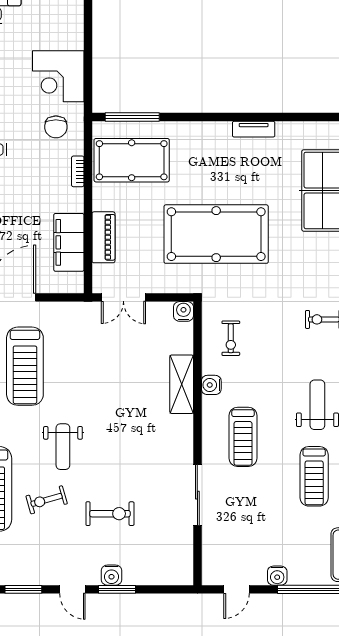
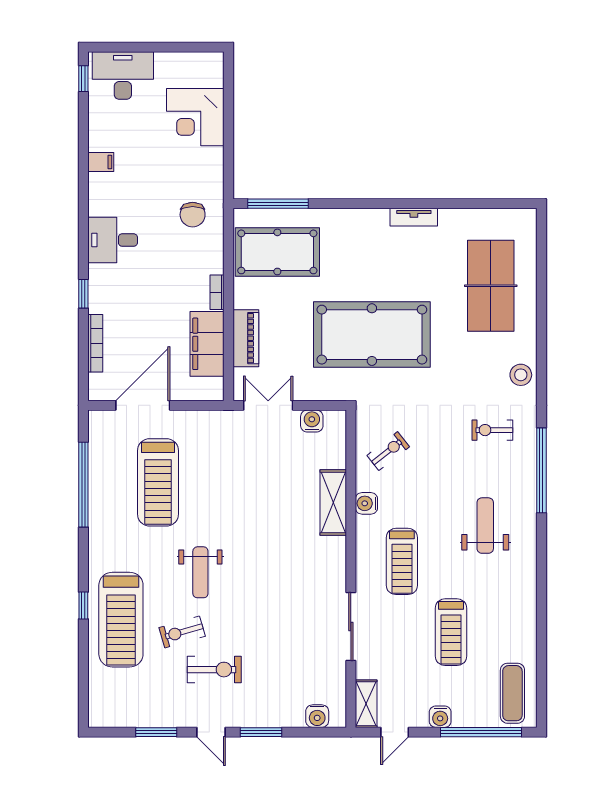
corner desk: (58, 76) -> (195, 117), moved
bookcase: (78, 171) -> (217, 292), moved
double door: (123, 297) -> (268, 405), swing flipped
water cooler: (183, 311) -> (312, 421), moved
exercise bike: (231, 338) -> (388, 451), turned -128
treadmill: (314, 476) -> (451, 632), moved
exercise bike: (110, 514) -> (214, 670), moved
shelving: (211, 564) -> (366, 704), added
water cooler: (111, 575) -> (317, 716), moved

